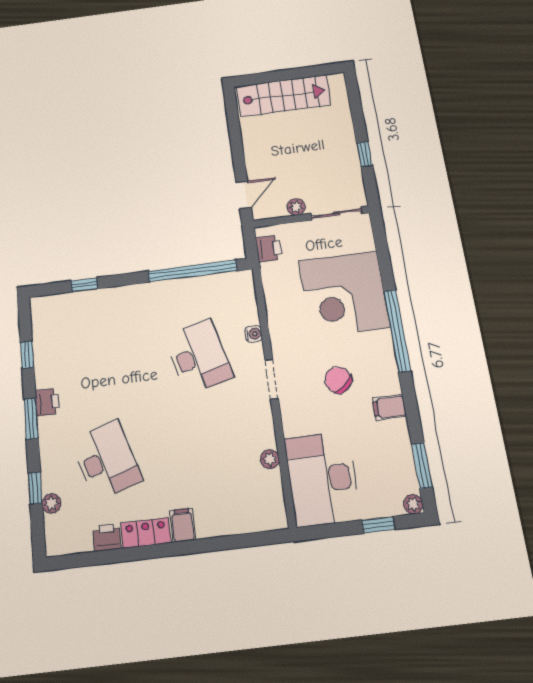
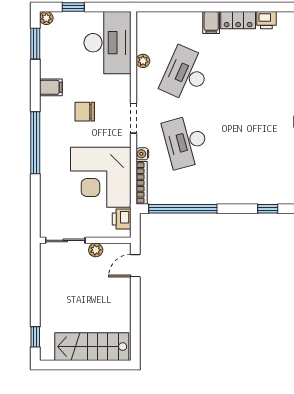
window: (365, 154) -> (35, 337), moved
corner desk: (344, 294) -> (101, 177), moved, turned 180
bookcase: (249, 297) -> (142, 183), added
chair: (338, 380) -> (85, 112), turned 129
desk: (106, 460) -> (186, 74), moved, turned 42

